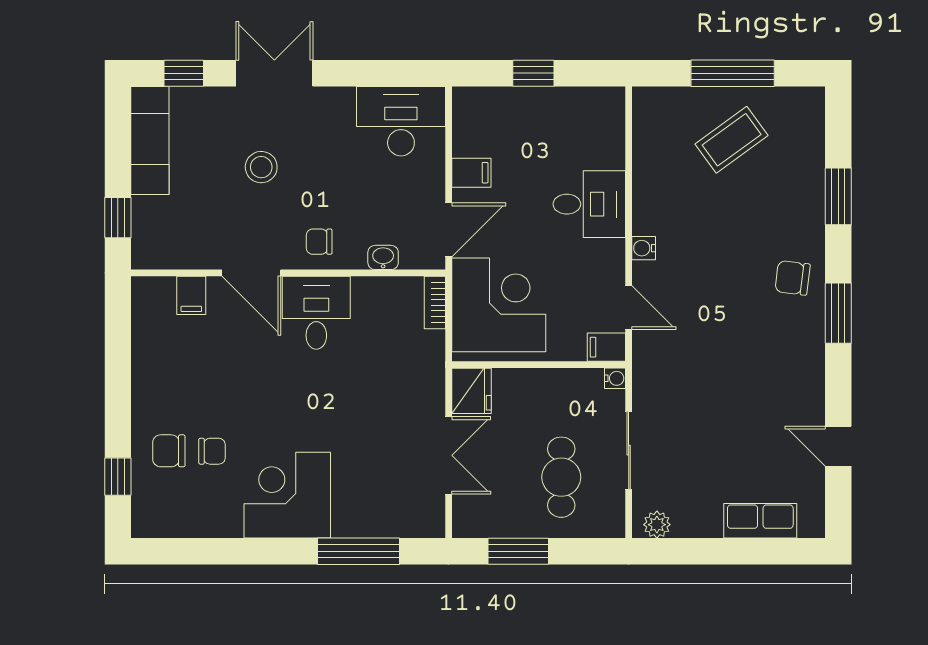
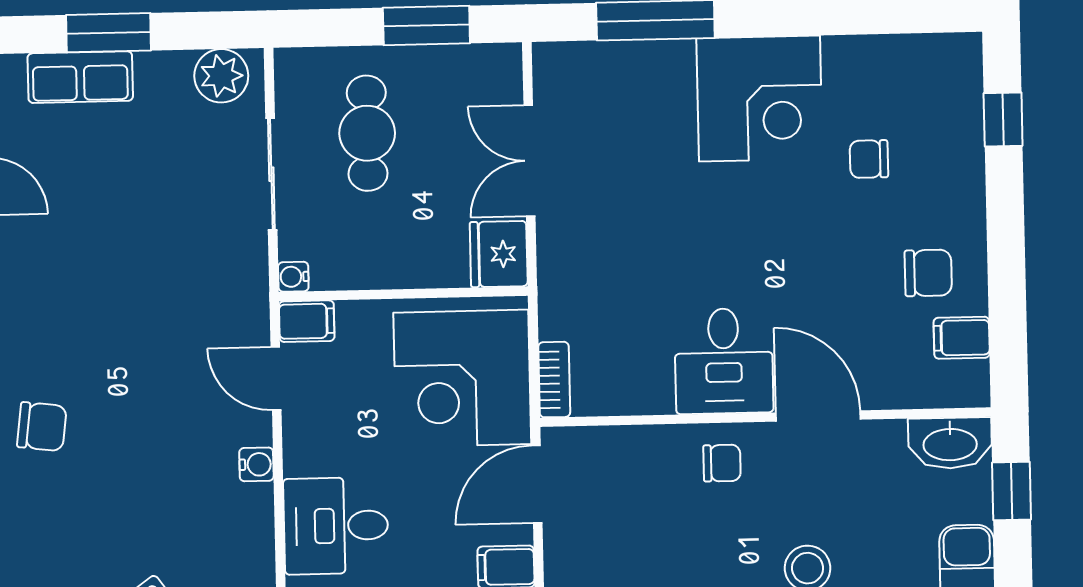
washbasin: (383, 257) -> (950, 443), moved, width x1.91, depth x1.45
filing cabinet: (191, 295) -> (962, 338), moved, turned -90
chair: (169, 451) -> (928, 273), moved
plant: (657, 525) -> (221, 76), width x1.38, depth x1.38
window: (740, 551) -> (109, 33), added

